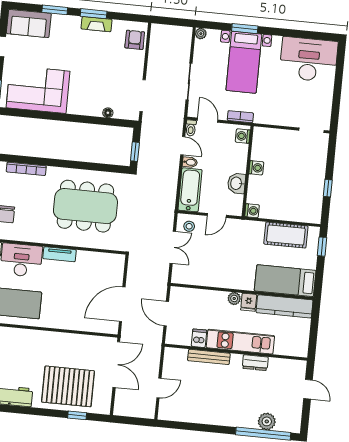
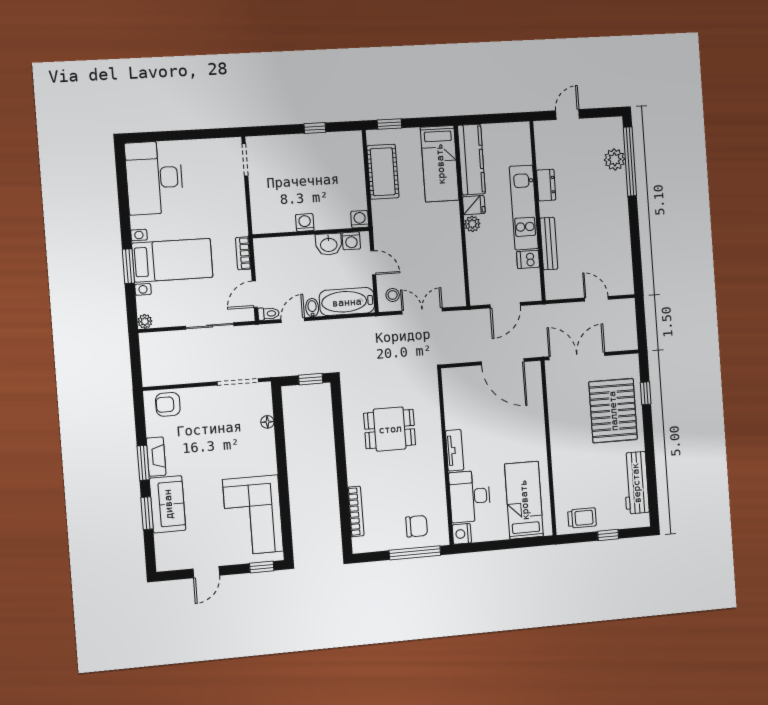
sofa: (29, 23) -> (168, 504), moved
washing machine: (243, 136) -> (351, 241), moved
dining table: (85, 206) -> (390, 429), width x0.53, depth x0.80

